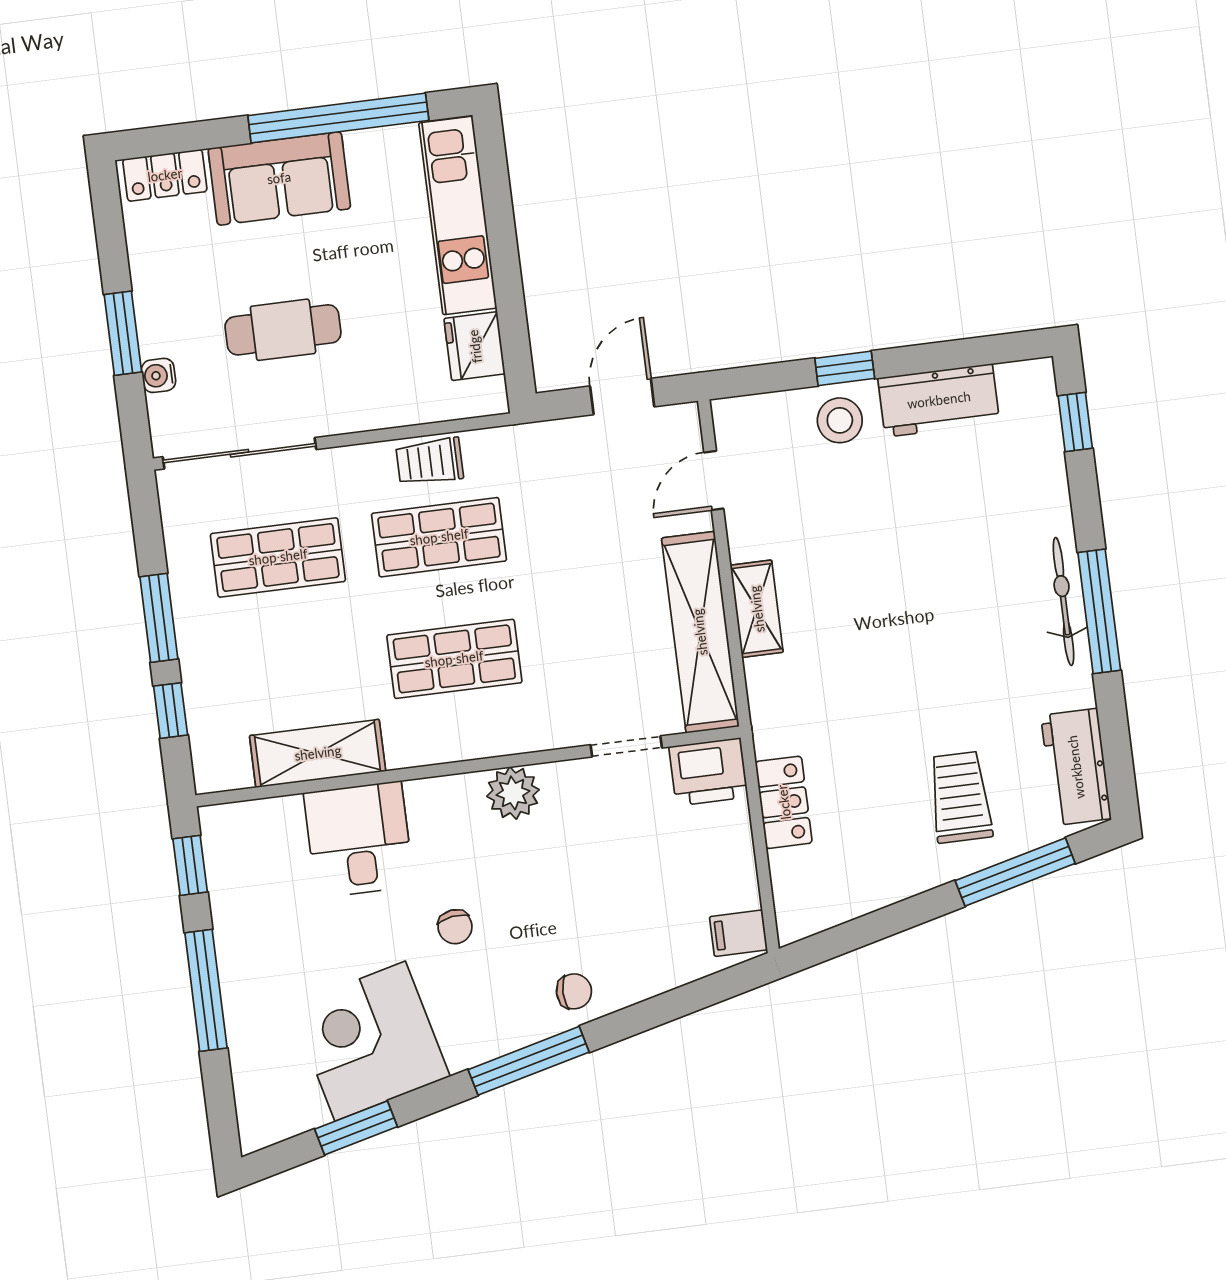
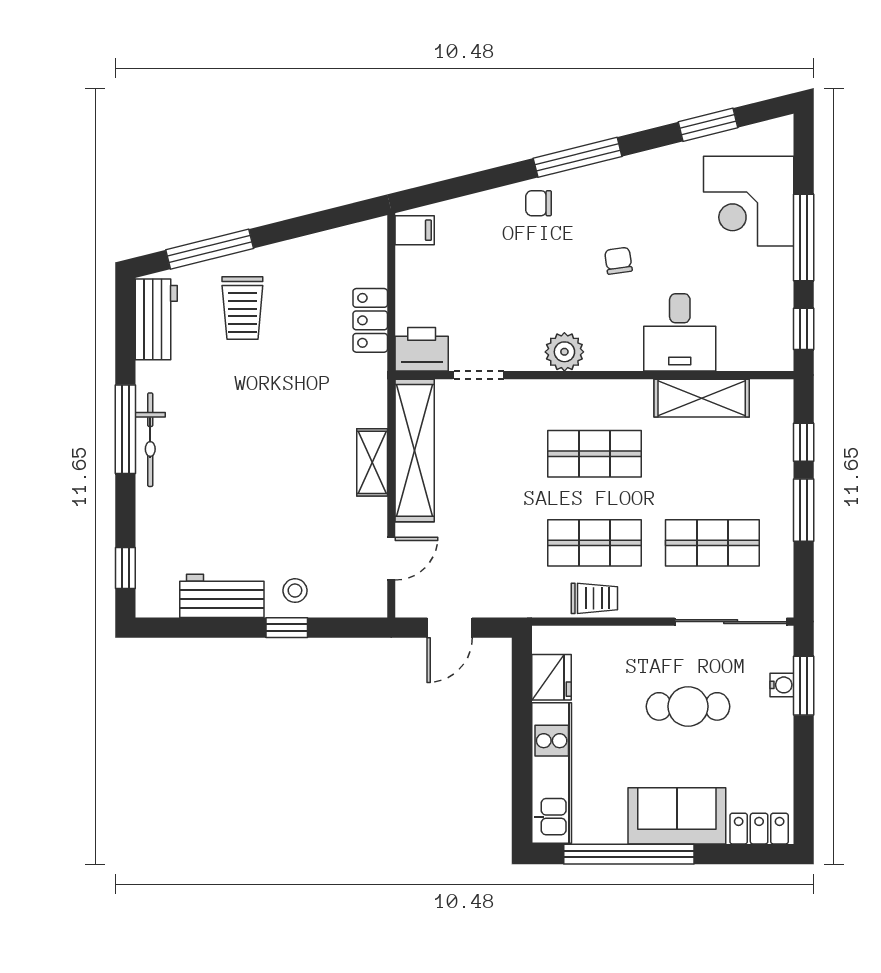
window: (123, 333) -> (804, 686), moved
stool: (840, 420) -> (295, 591), width x0.73, depth x0.73
corner desk: (370, 1041) -> (749, 201), moved, turned 104

